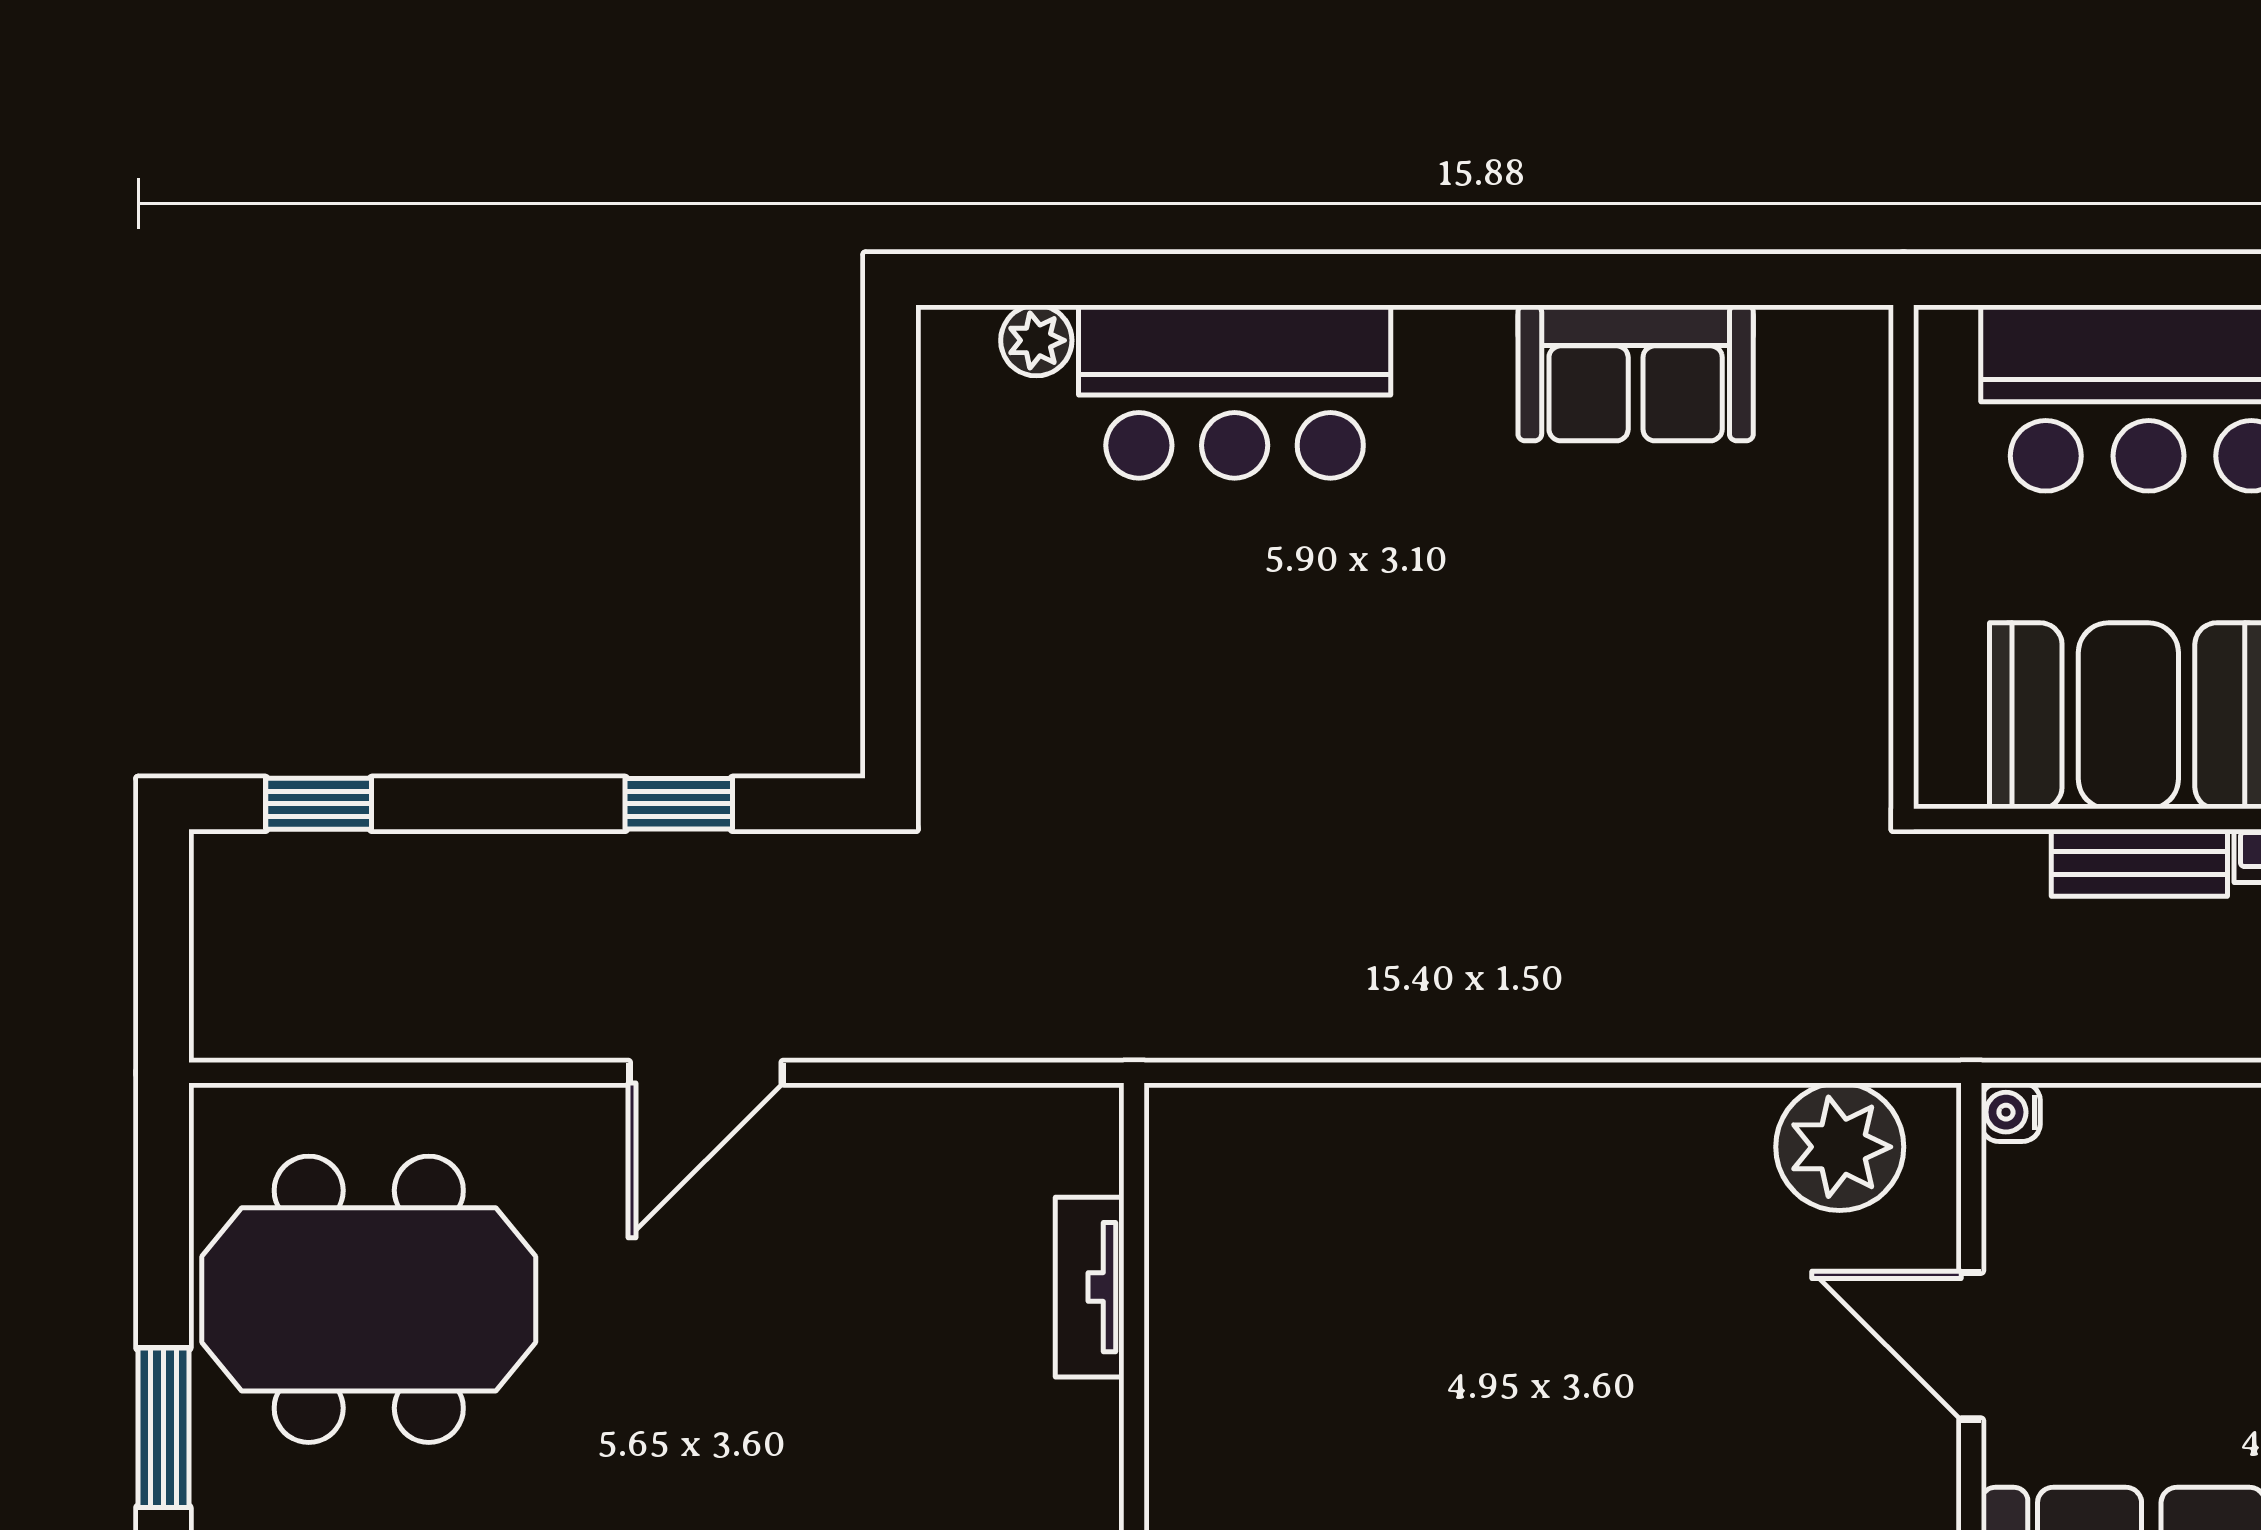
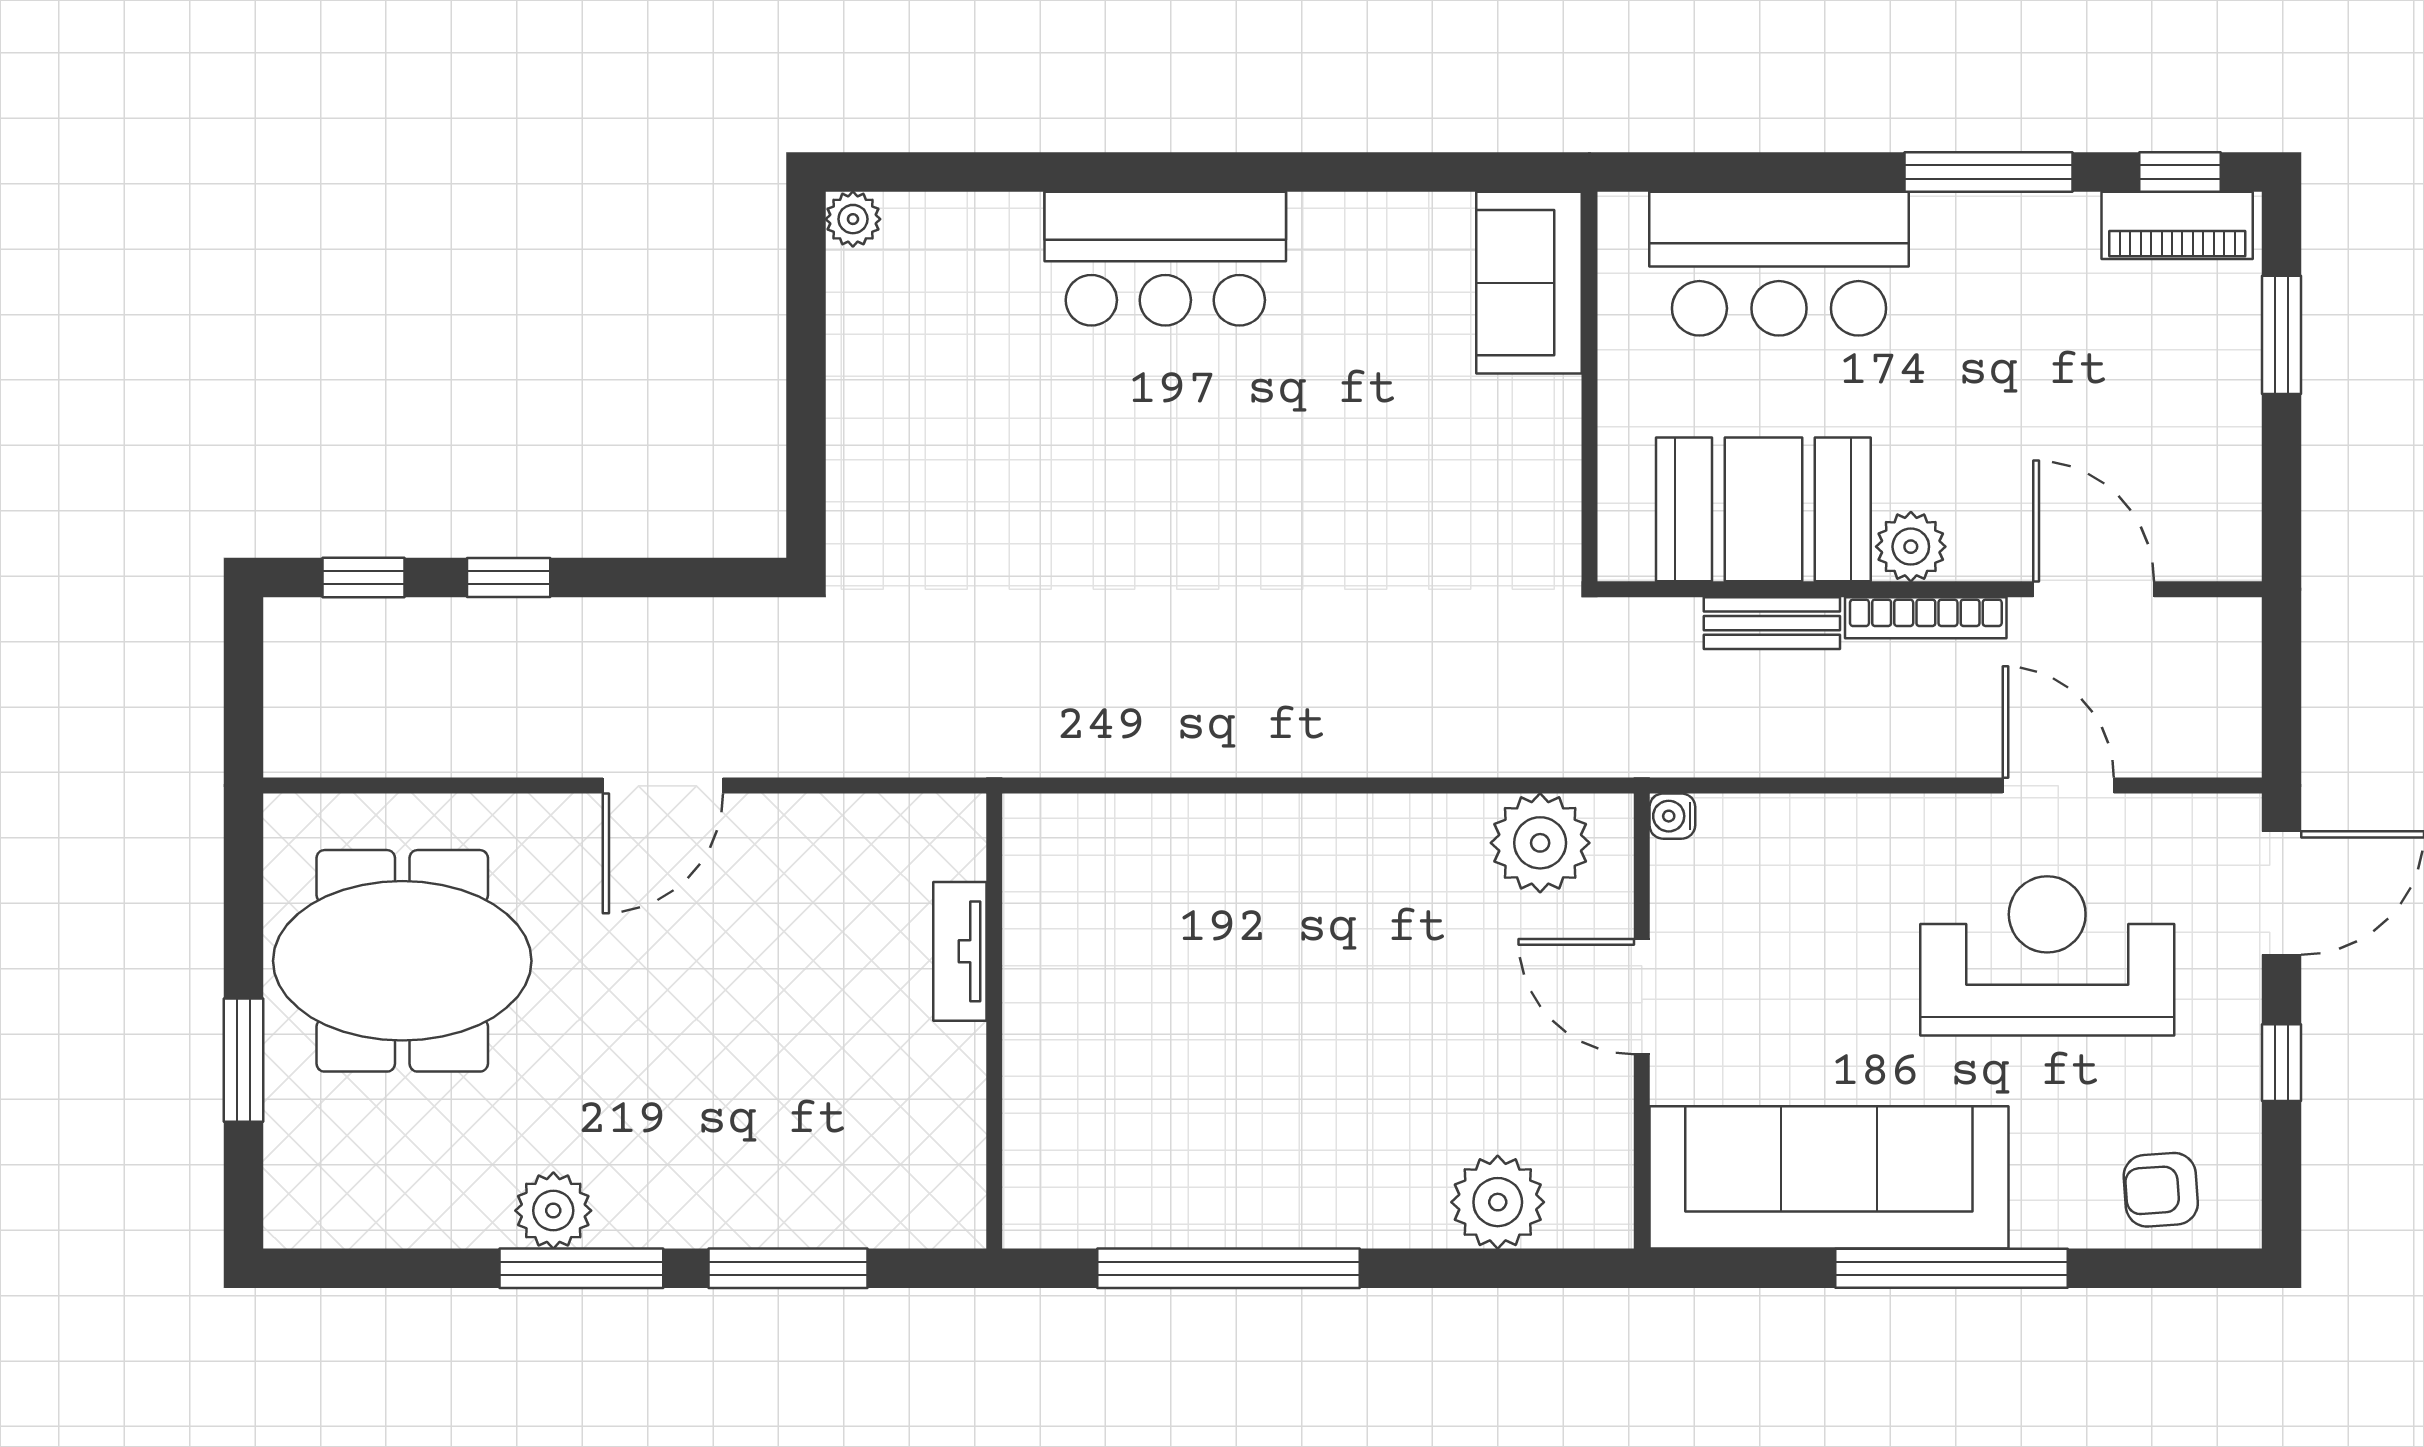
plant: (1036, 340) -> (853, 219), moved
sofa: (1636, 373) -> (1529, 283), moved, turned 90
bar counter: (1235, 392) -> (1165, 259), moved
window: (679, 804) -> (509, 578), moved

